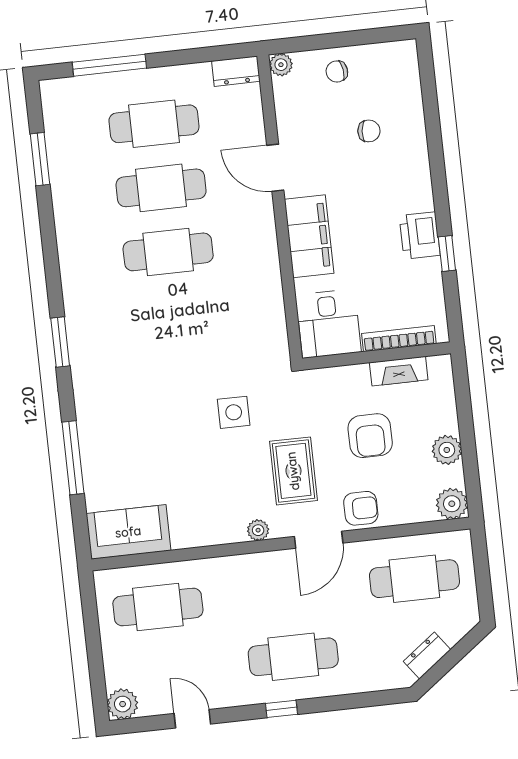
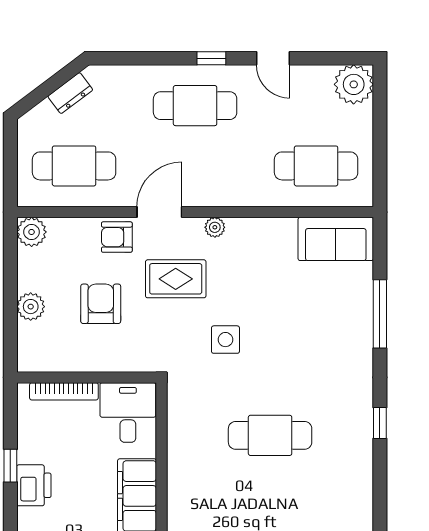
cafe table: (168, 252) -> (270, 435), moved
window: (60, 342) -> (380, 423), width x0.67
fireplace: (399, 371) -> (67, 361), removed
plant: (447, 450) -> (31, 307), moved
rug: (293, 471) -> (176, 279), turned 90
plant: (123, 704) -> (354, 84), width x1.36, depth x1.36
door: (192, 719) -> (273, 58), moved

